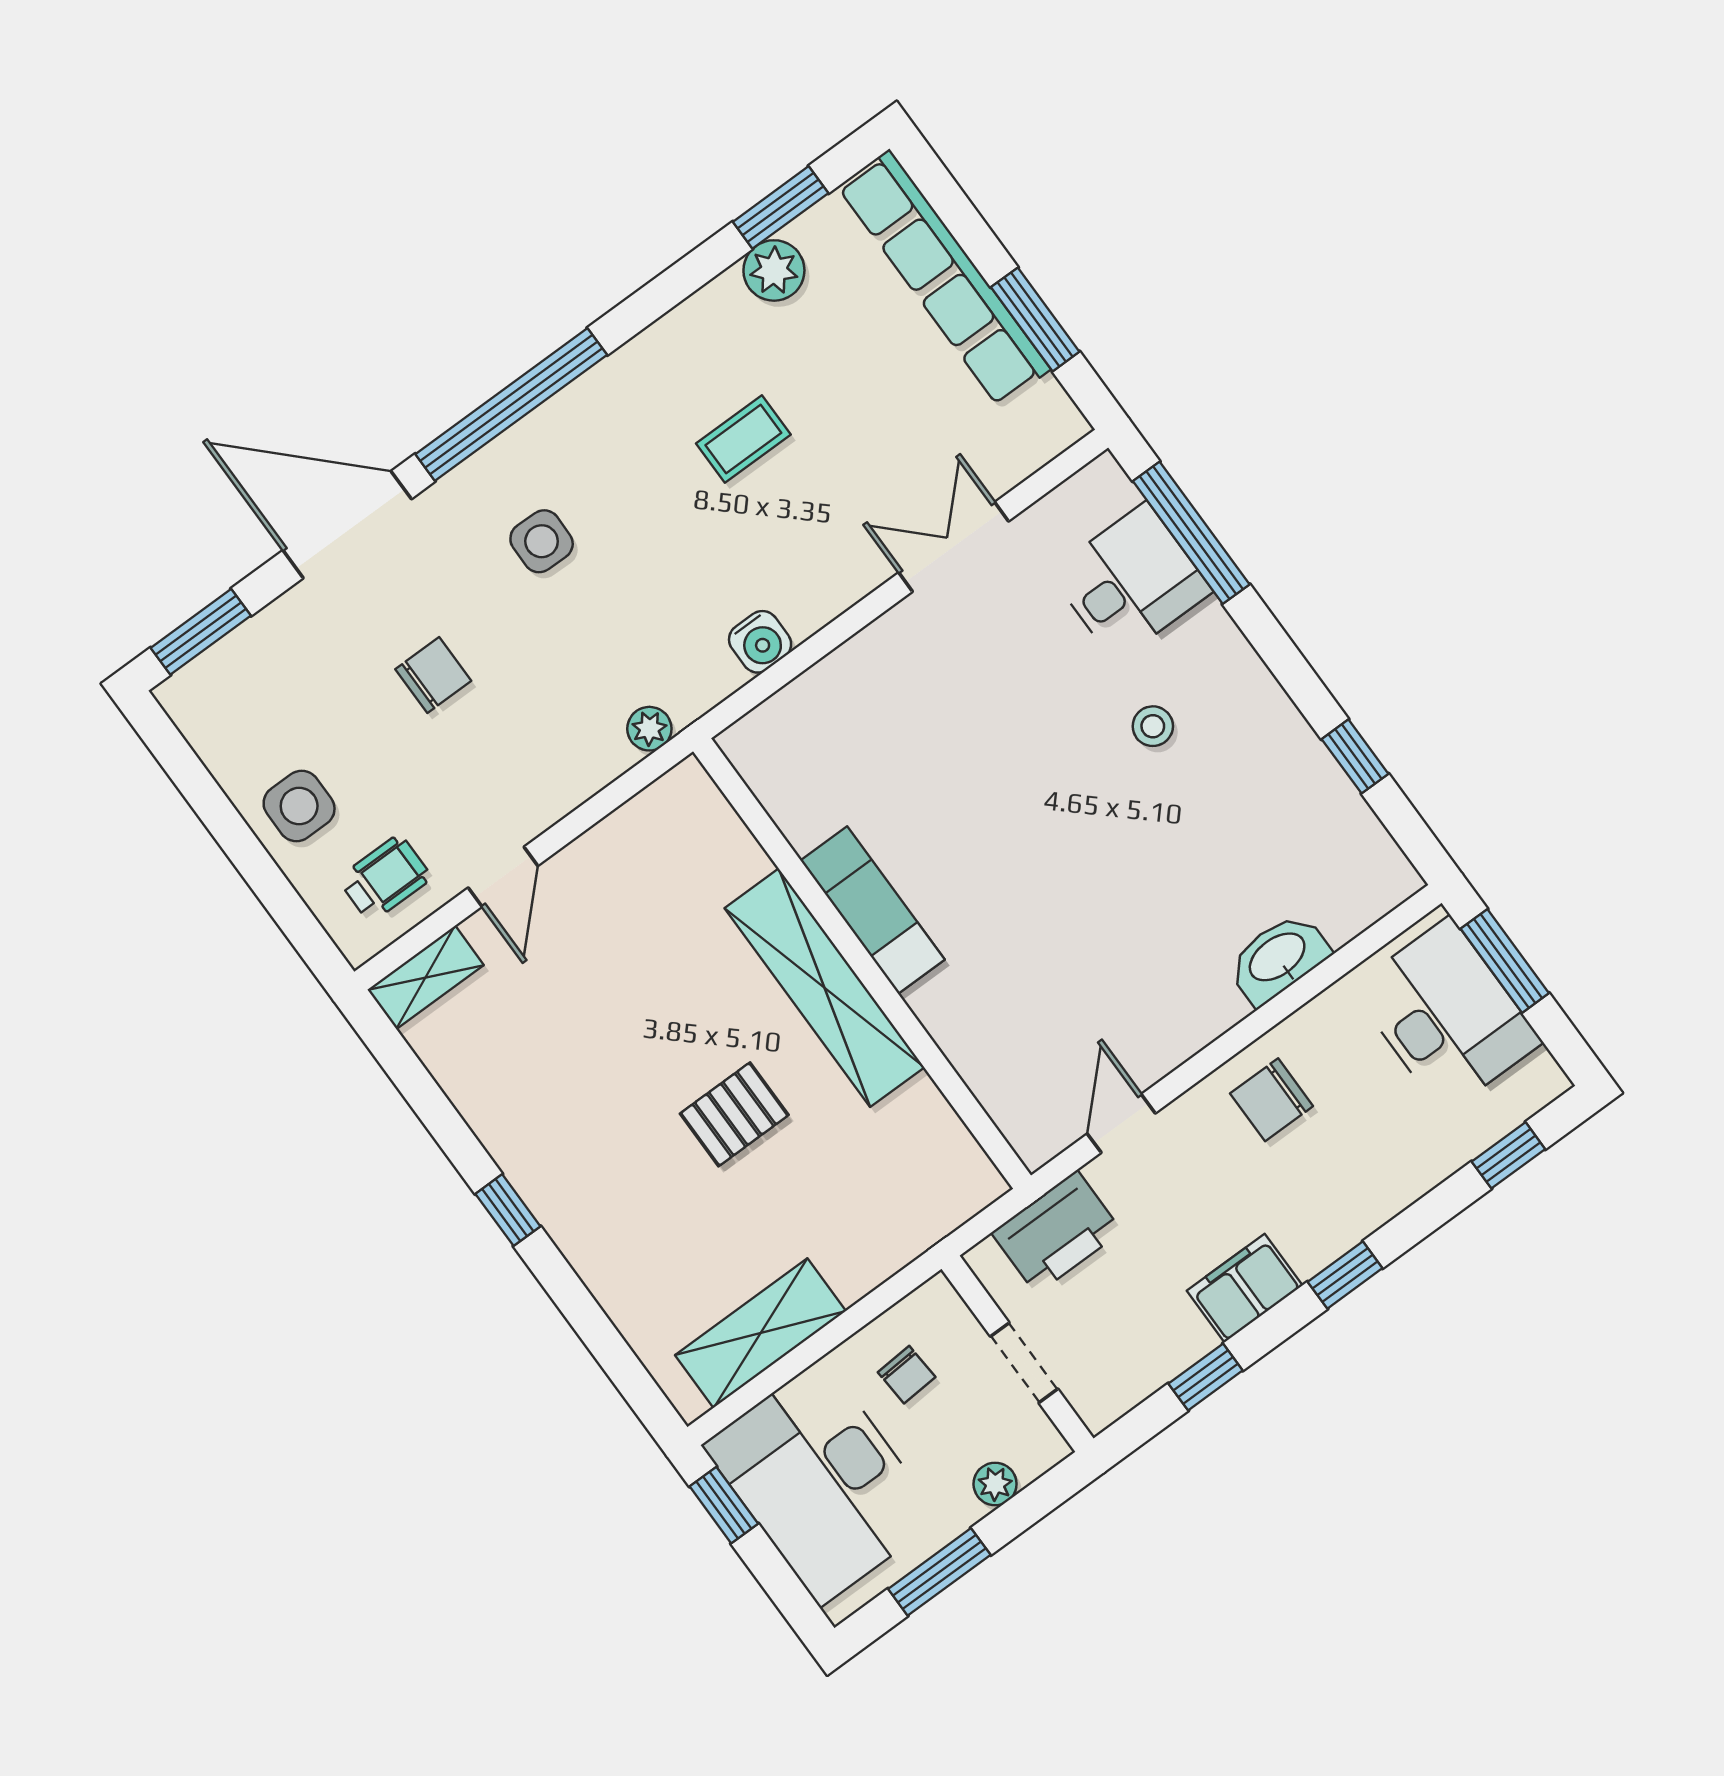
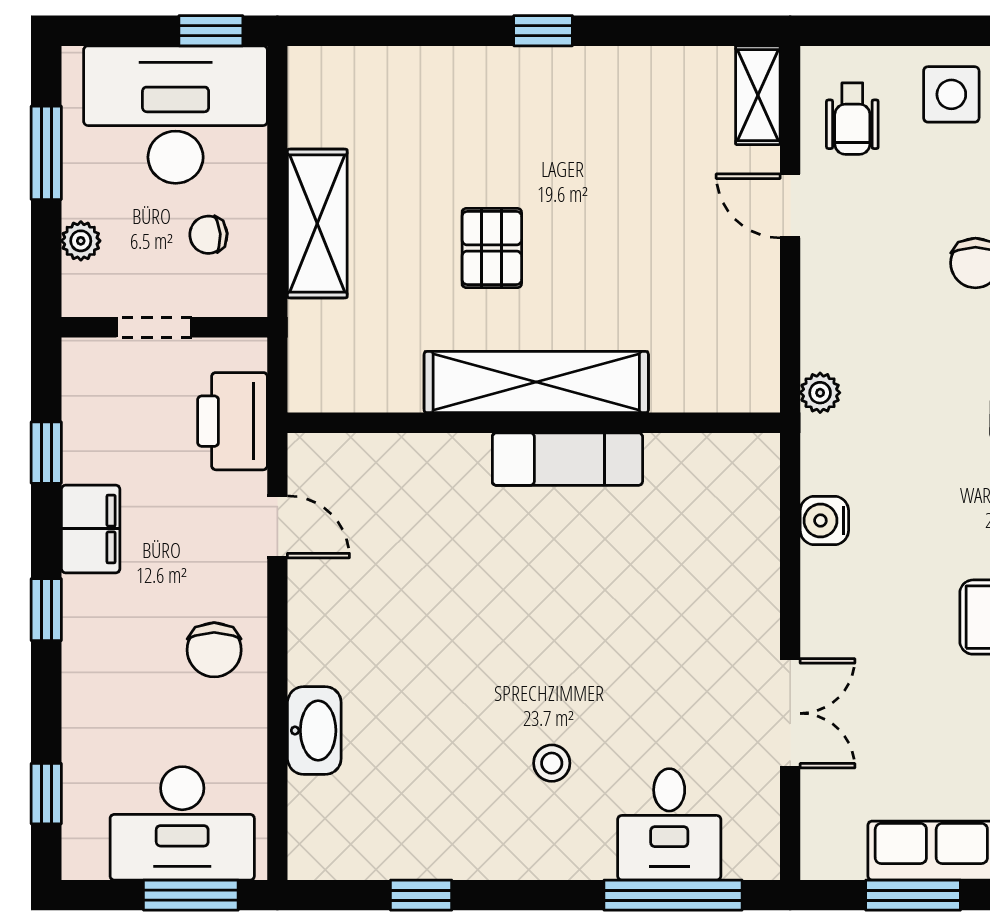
chair: (1272, 1100) -> (214, 650), turned 180
shelving: (760, 1333) -> (317, 223), moved

